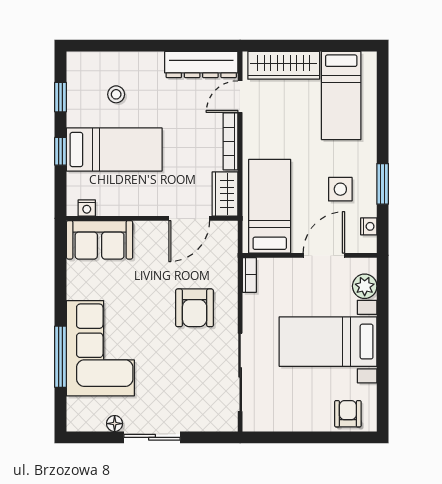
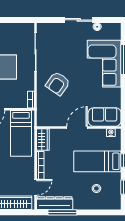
window: (185, 46) -> (62, 212), added
door: (189, 218) -> (77, 128), moved
armchair: (195, 308) -> (58, 84), turned -145

